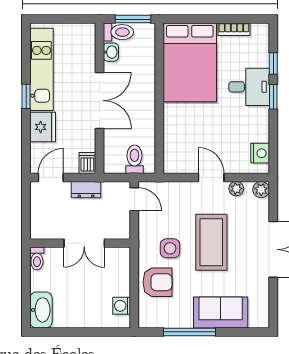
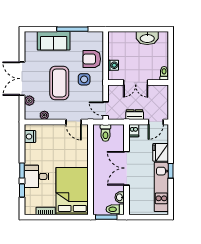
door: (211, 177) -> (74, 122), moved
plant: (261, 190) -> (29, 101), moved
double door: (84, 243) -> (136, 82), swing flipped
washing machine: (122, 306) -> (113, 65), moved
washbasin: (41, 310) -> (147, 38), moved, turned -90

